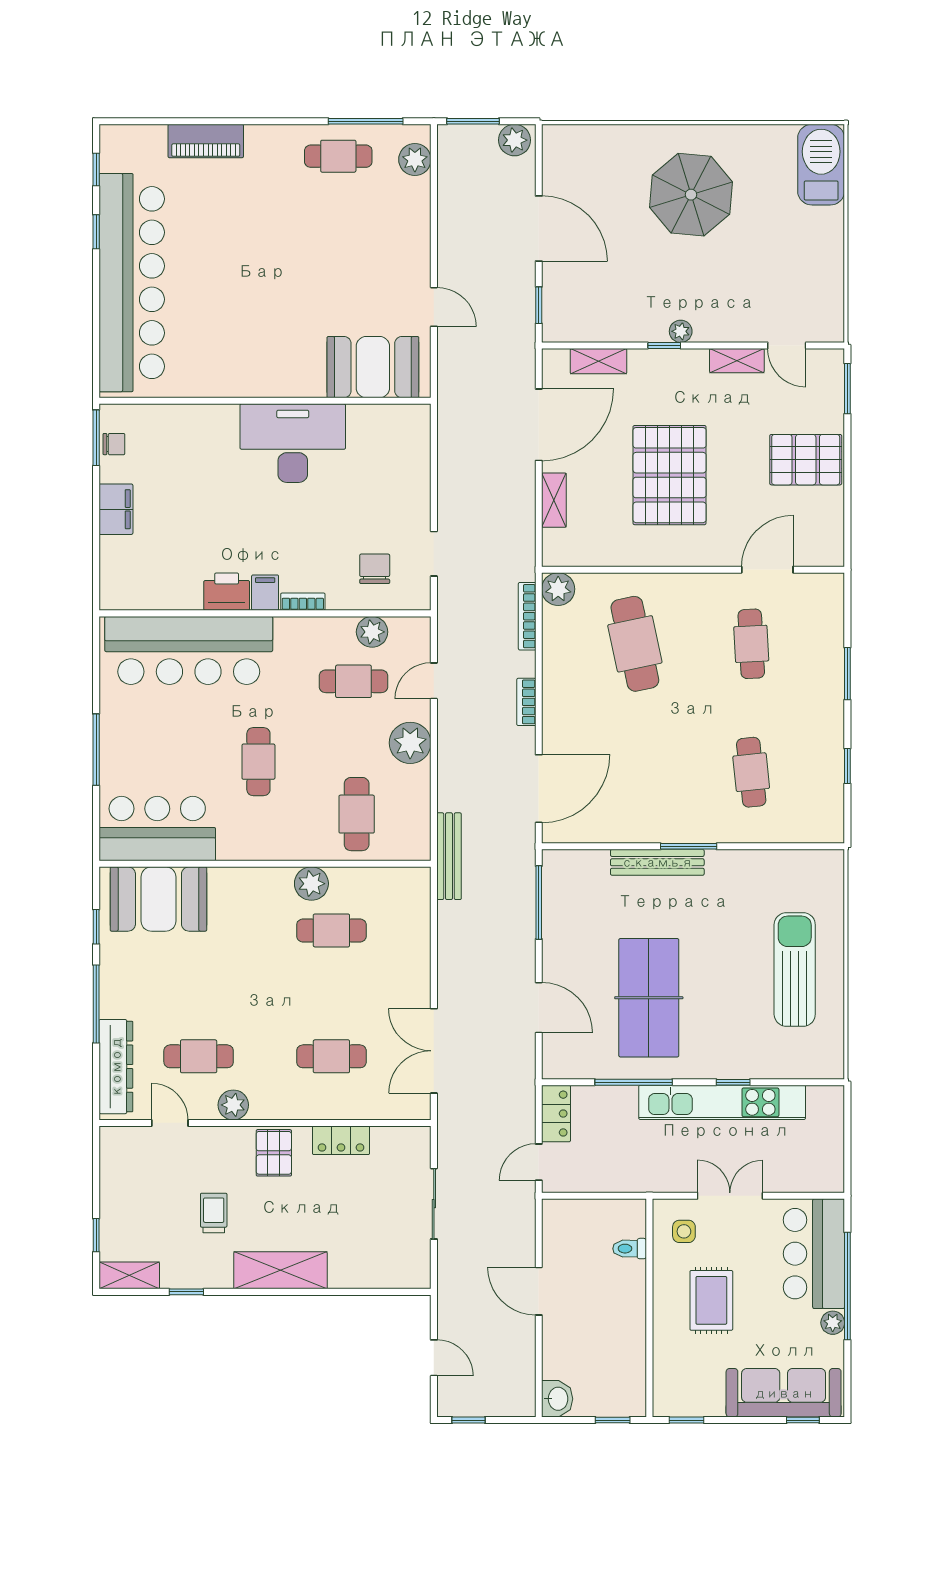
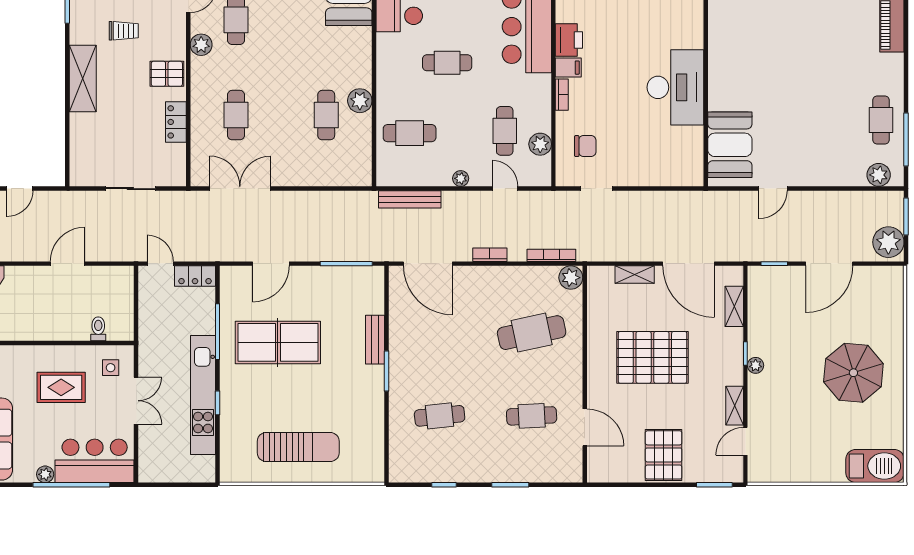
plant: (515, 140) -> (888, 242), width x1.36, depth x1.36
plant: (410, 743) -> (461, 178), width x0.53, depth x0.53
bench: (449, 856) -> (410, 199), moved
bench: (657, 862) -> (375, 340), width x0.73

